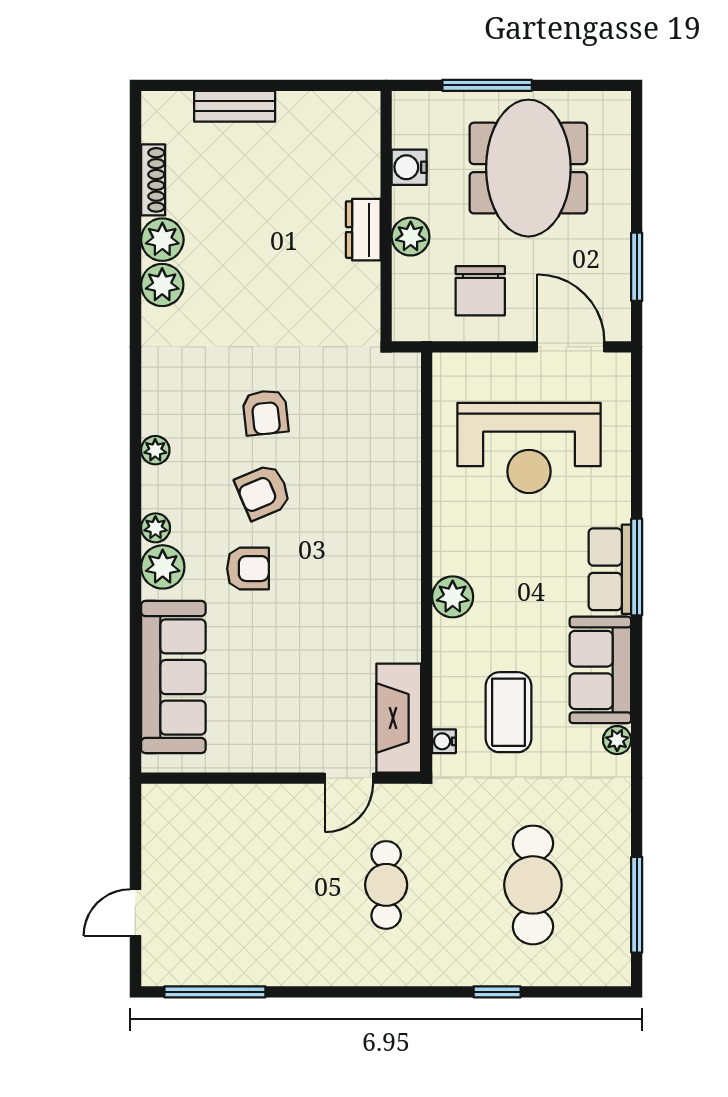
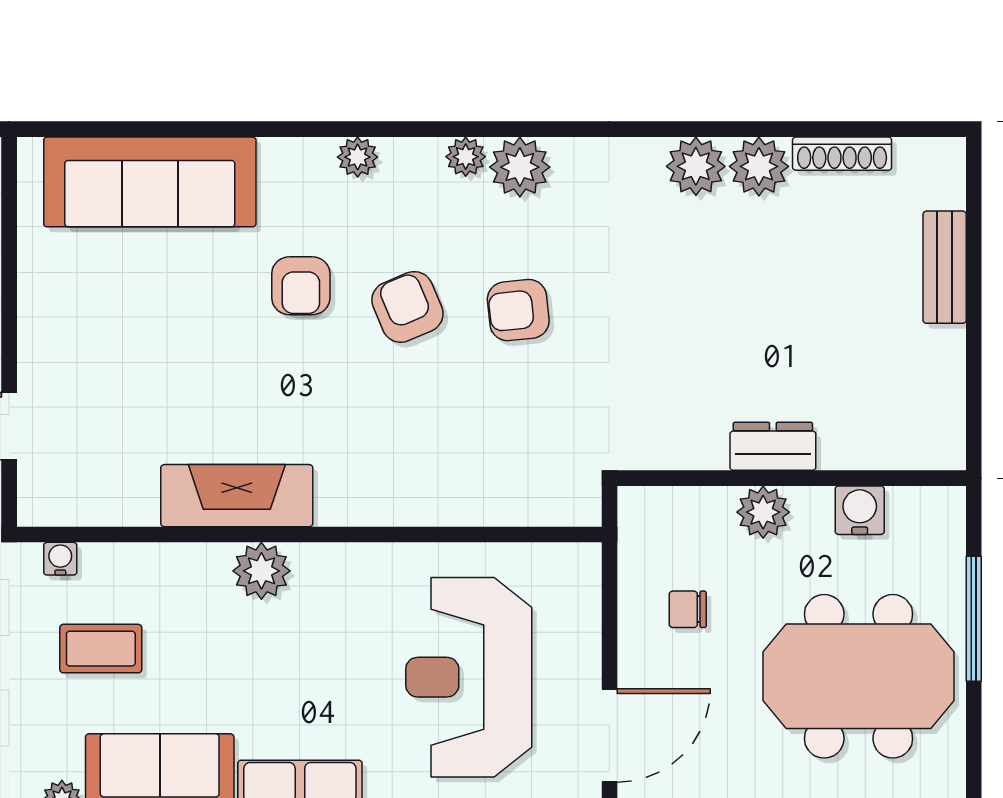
chair: (480, 291) -> (688, 609), width x0.54, depth x0.54
plant: (163, 567) -> (520, 167), moved
coffee table: (508, 712) -> (101, 649), width x0.73, depth x0.77
fireplace: (399, 718) -> (237, 496), moved

